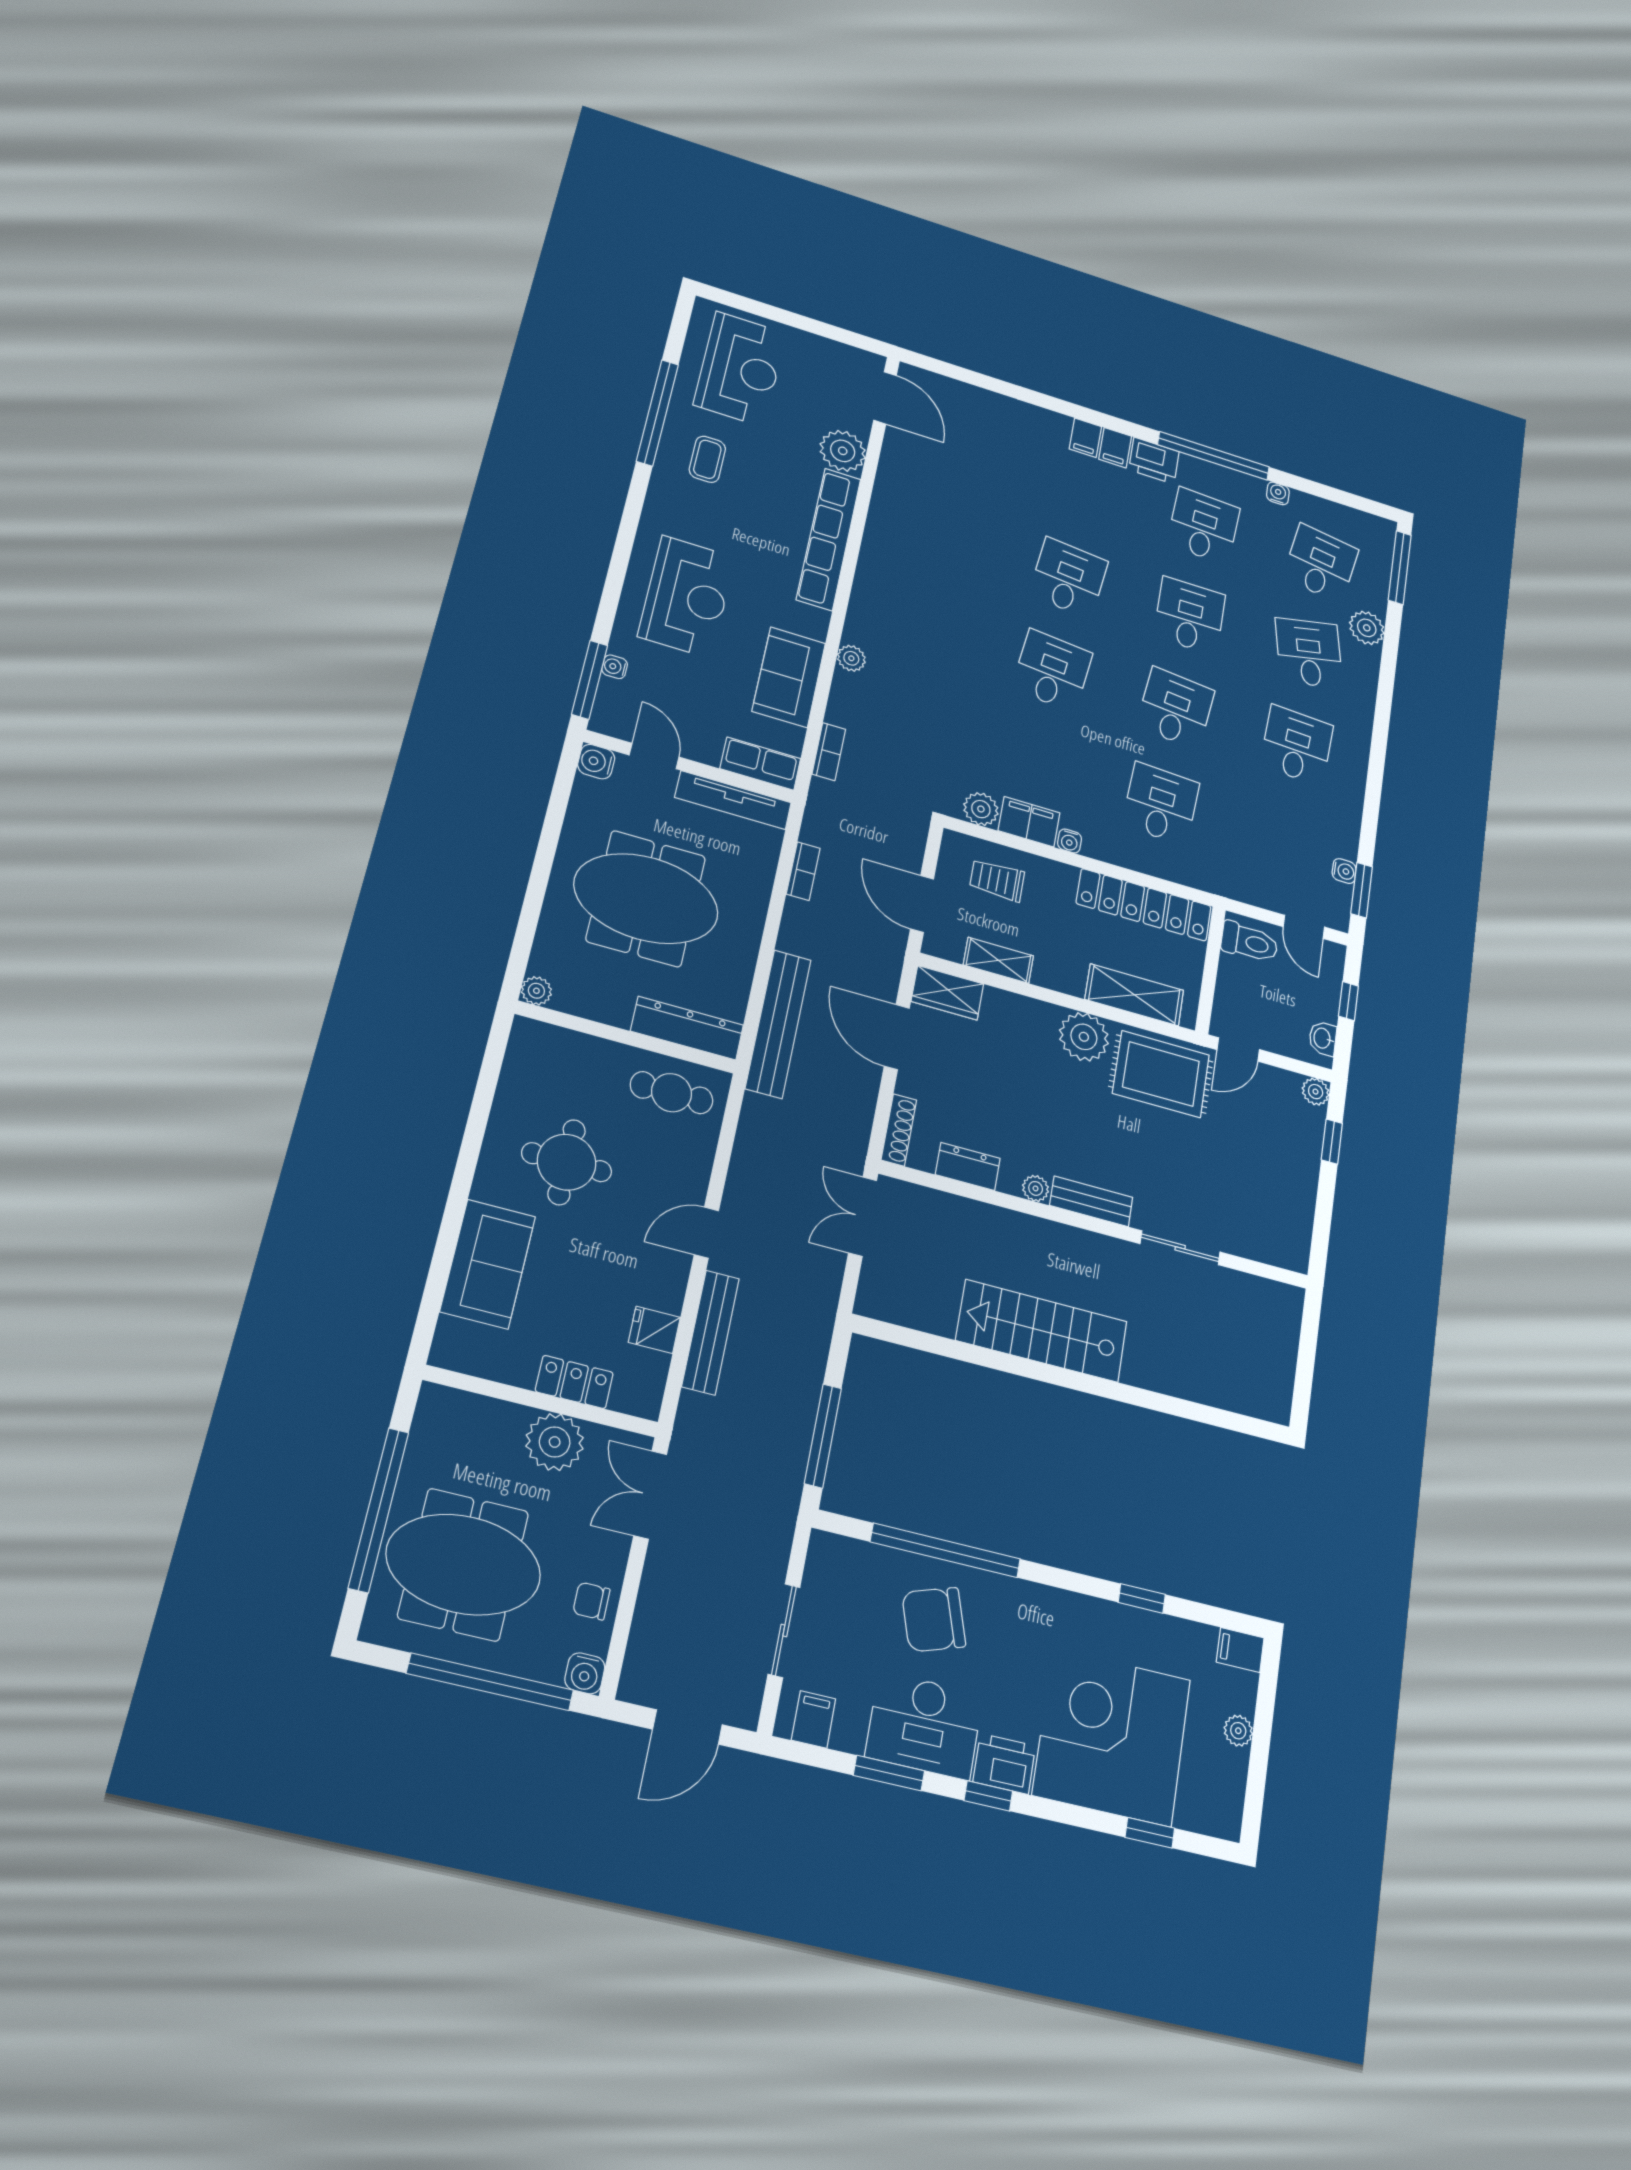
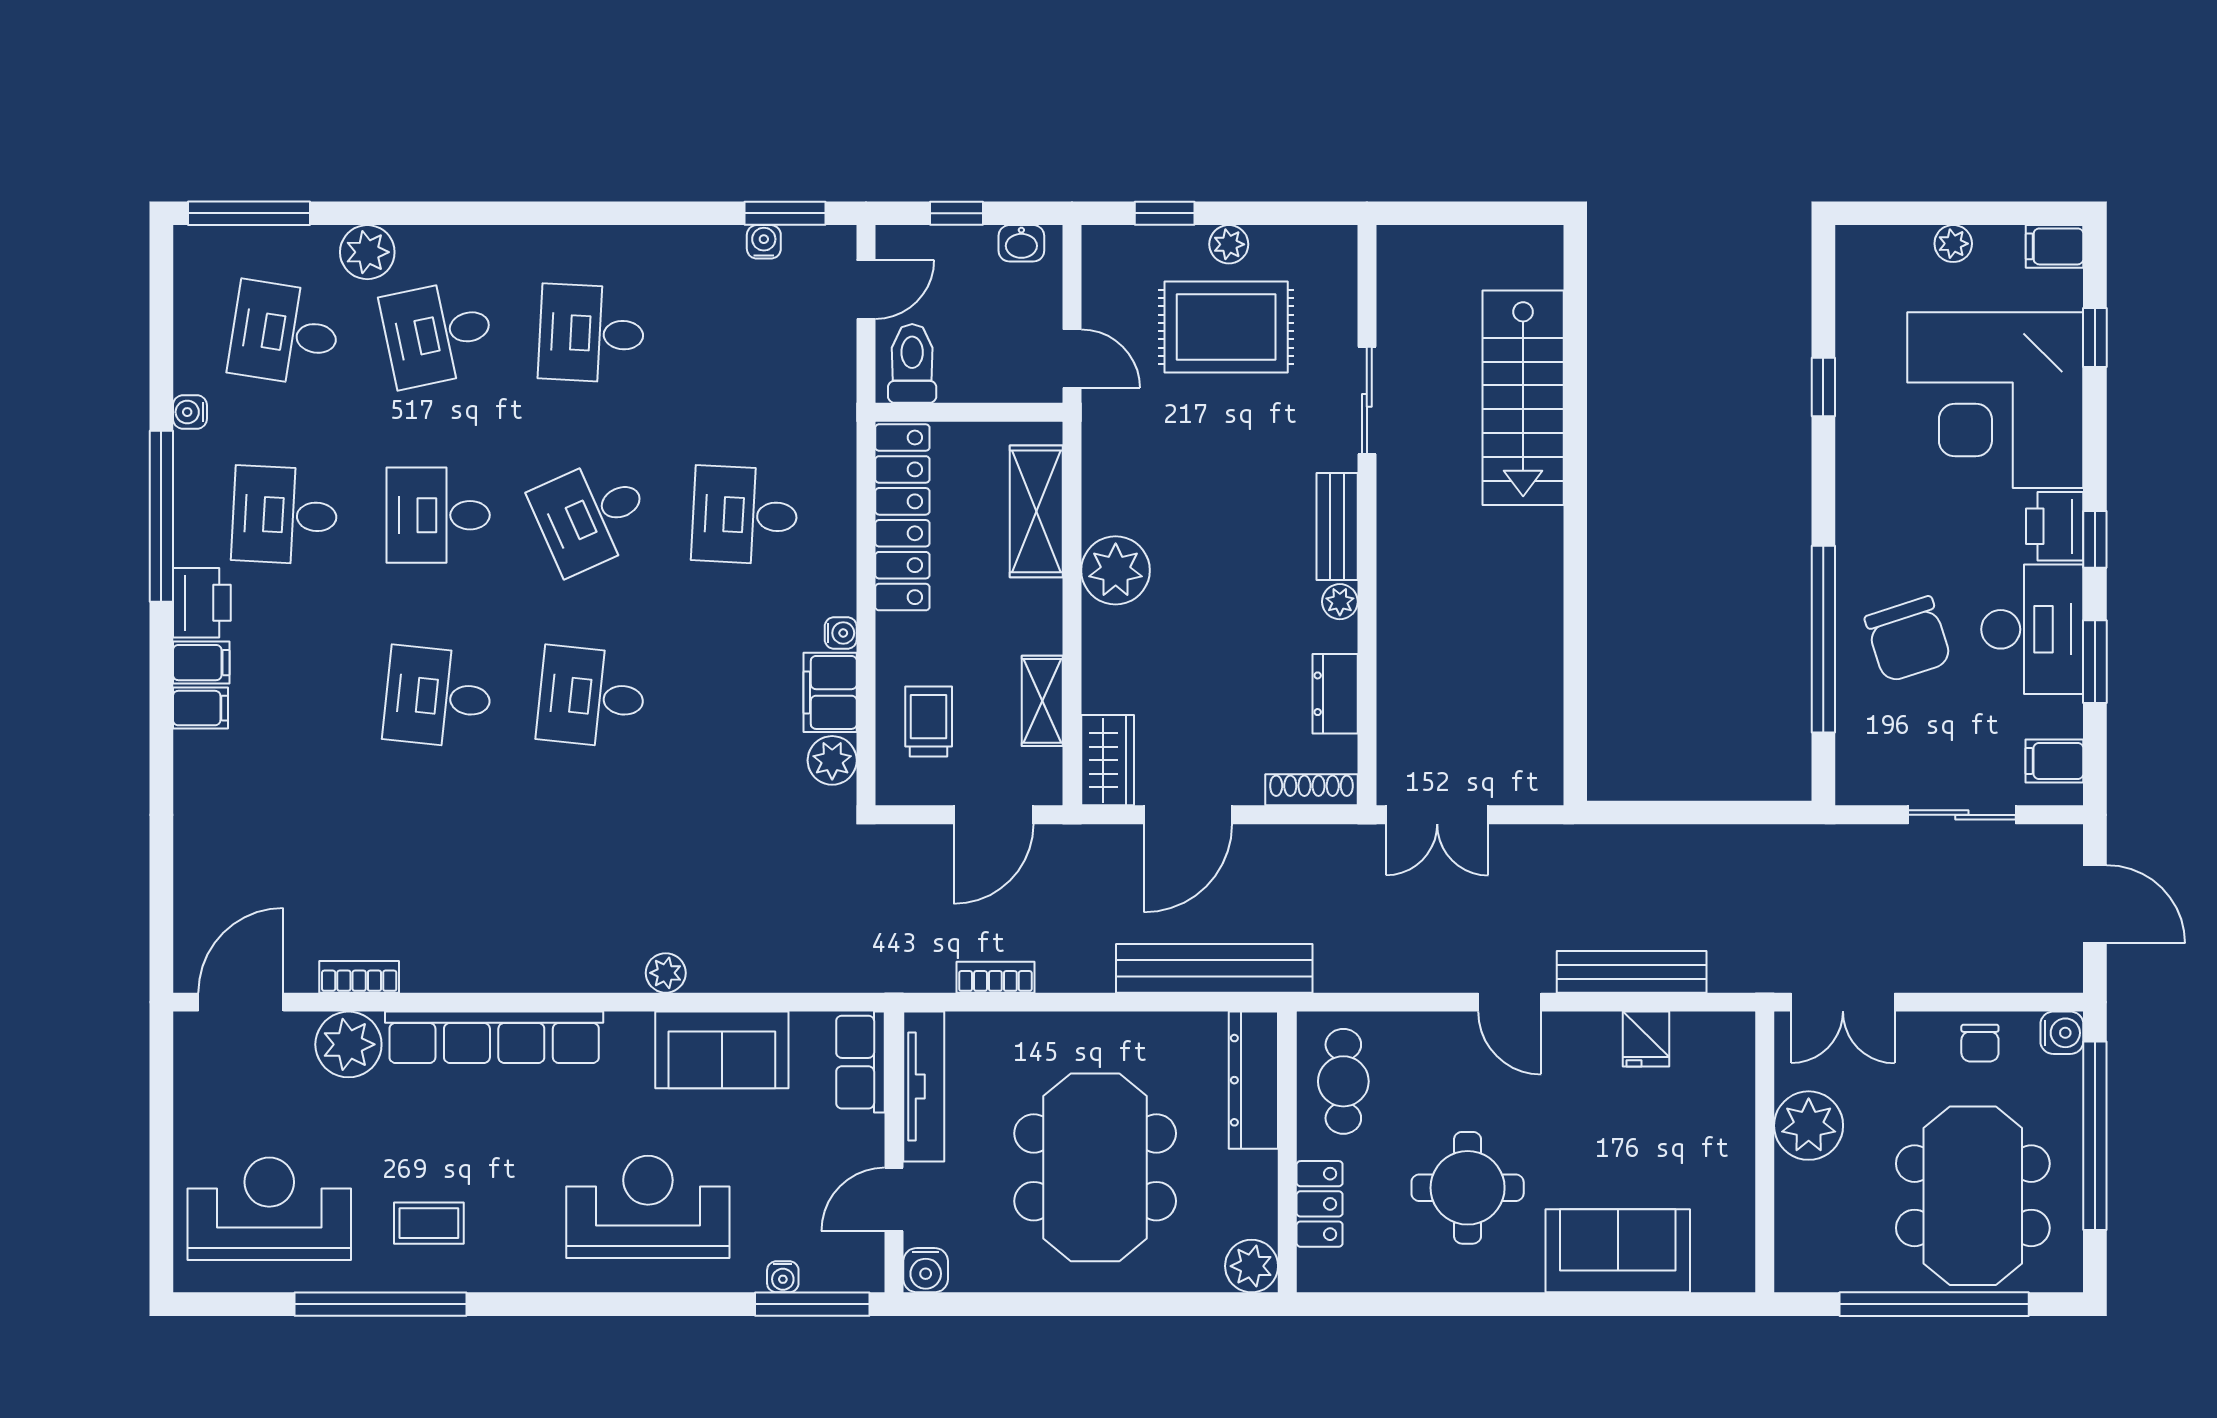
desk: (1175, 708) -> (592, 515), turned -30
bookcase: (829, 752) -> (359, 977), moved
trolley: (997, 880) -> (929, 721), turned 180
plant: (536, 991) -> (1252, 1266), width x1.38, depth x1.38
rug: (1161, 1074) -> (1226, 327), moved, turned 90
plant: (1316, 1092) -> (1229, 244), moved
stairs: (1042, 1331) -> (1523, 398), moved
locker: (574, 1382) -> (1320, 1204), moved, turned 180
window: (823, 1436) -> (1723, 813), removed
filing cabinet: (1240, 1650) -> (2055, 246), moved, turned 90

